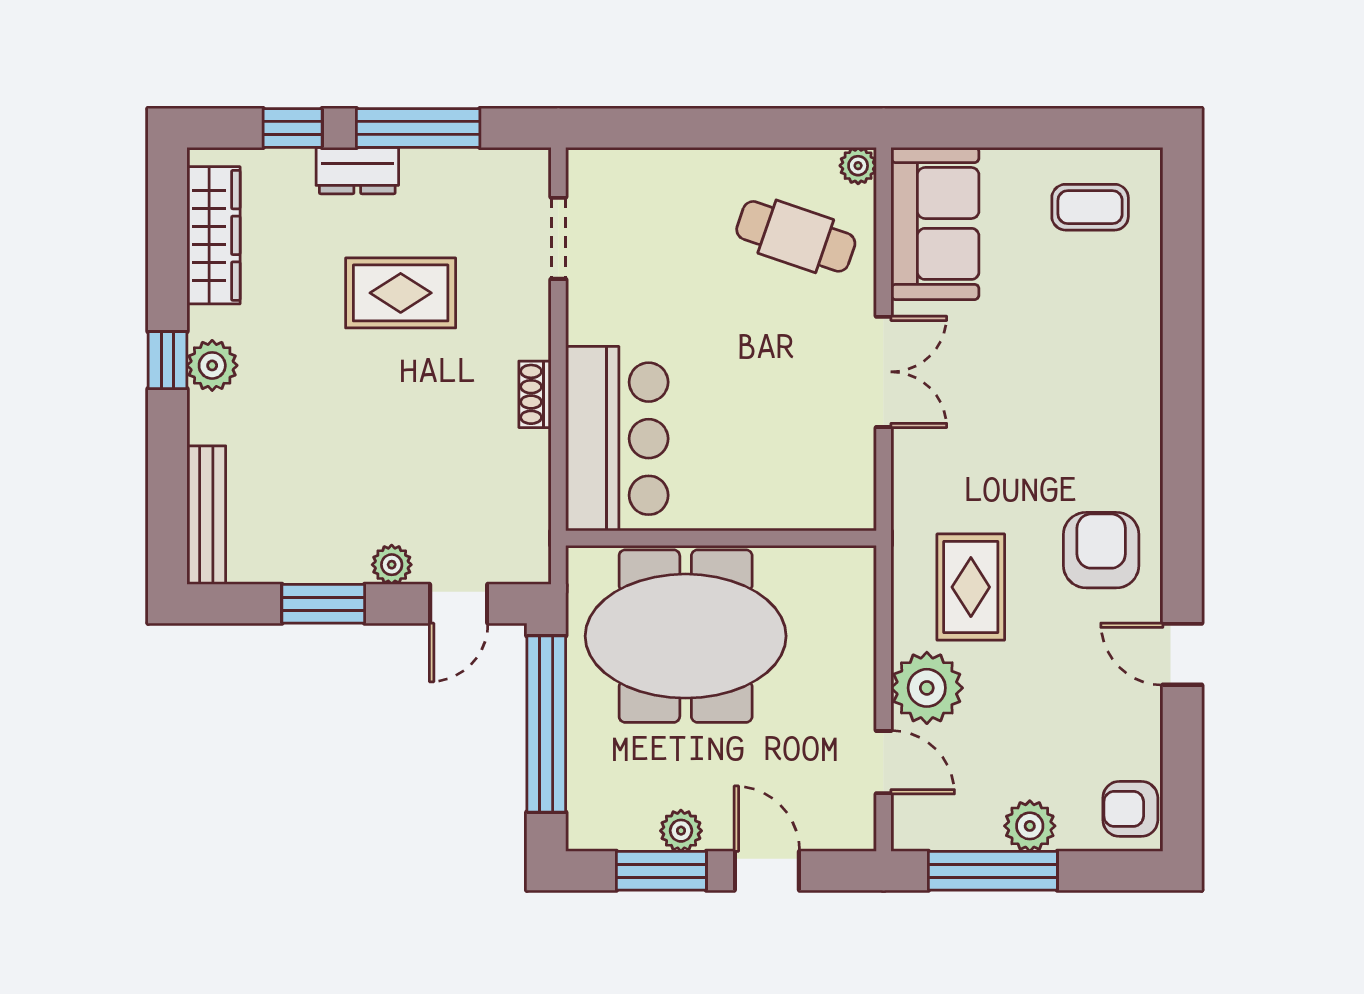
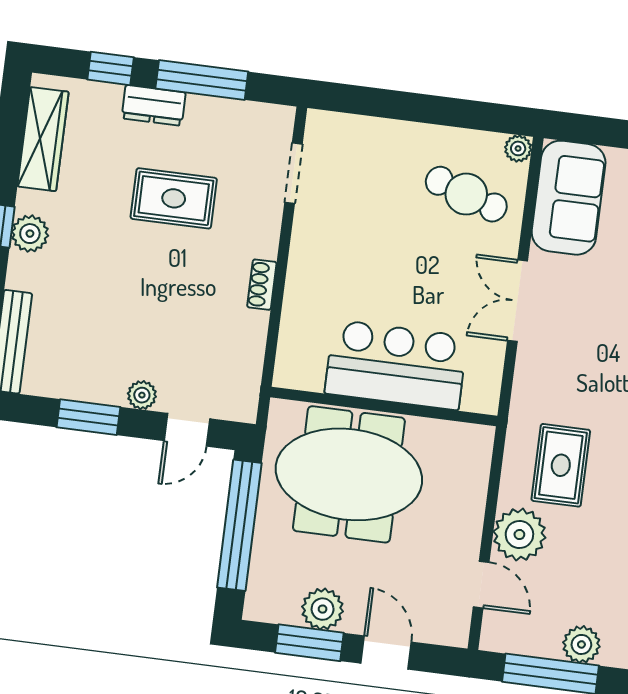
double door: (884, 372) -> (517, 301), swing flipped
bar counter: (617, 439) -> (396, 365), moved, turned -90
plant: (681, 831) -> (323, 609), width x1.38, depth x1.38

